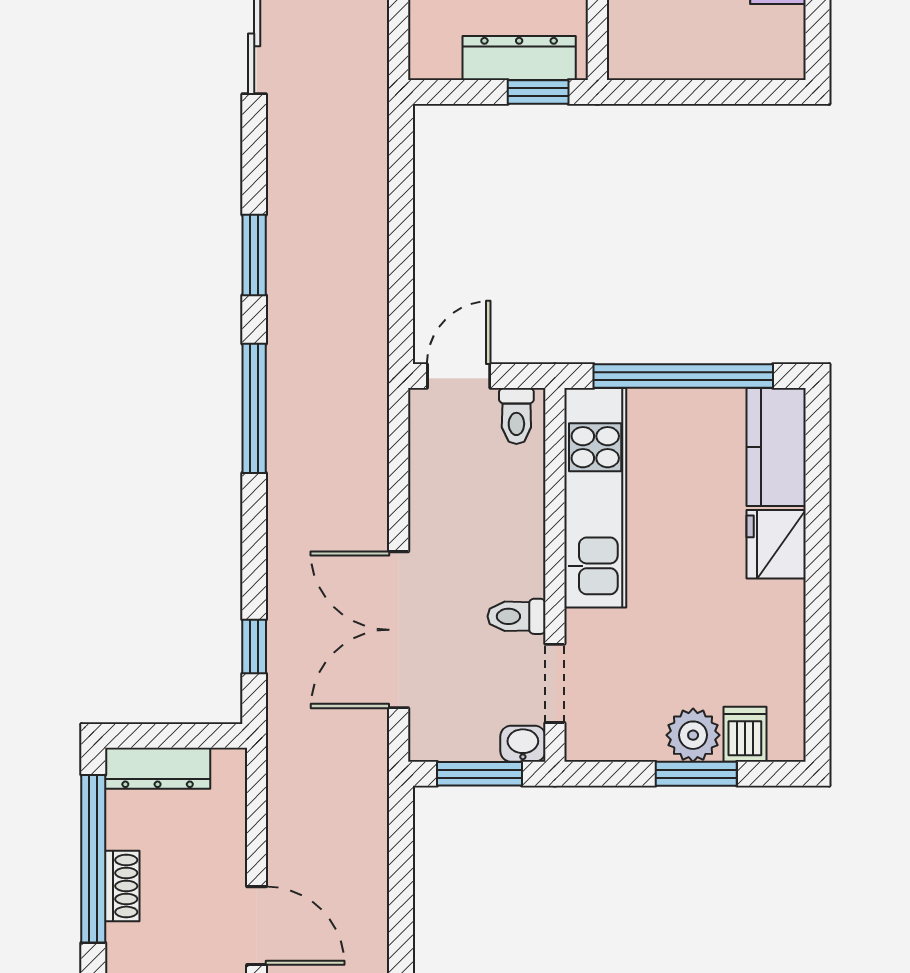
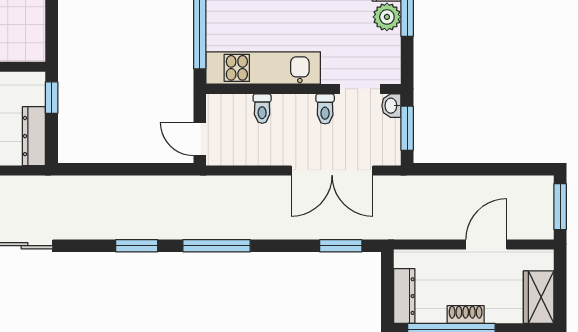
dresser: (519, 58) -> (34, 136), moved
toilet: (516, 416) -> (262, 109), moved, turned 90
window: (254, 646) -> (341, 246), width x1.50

